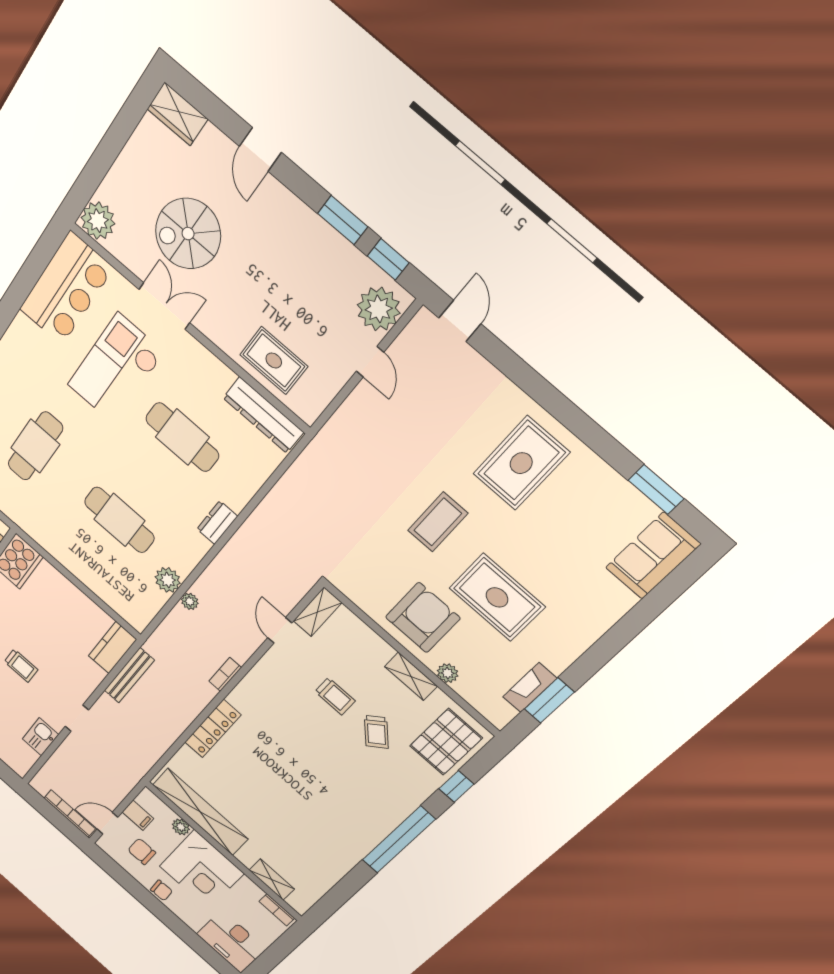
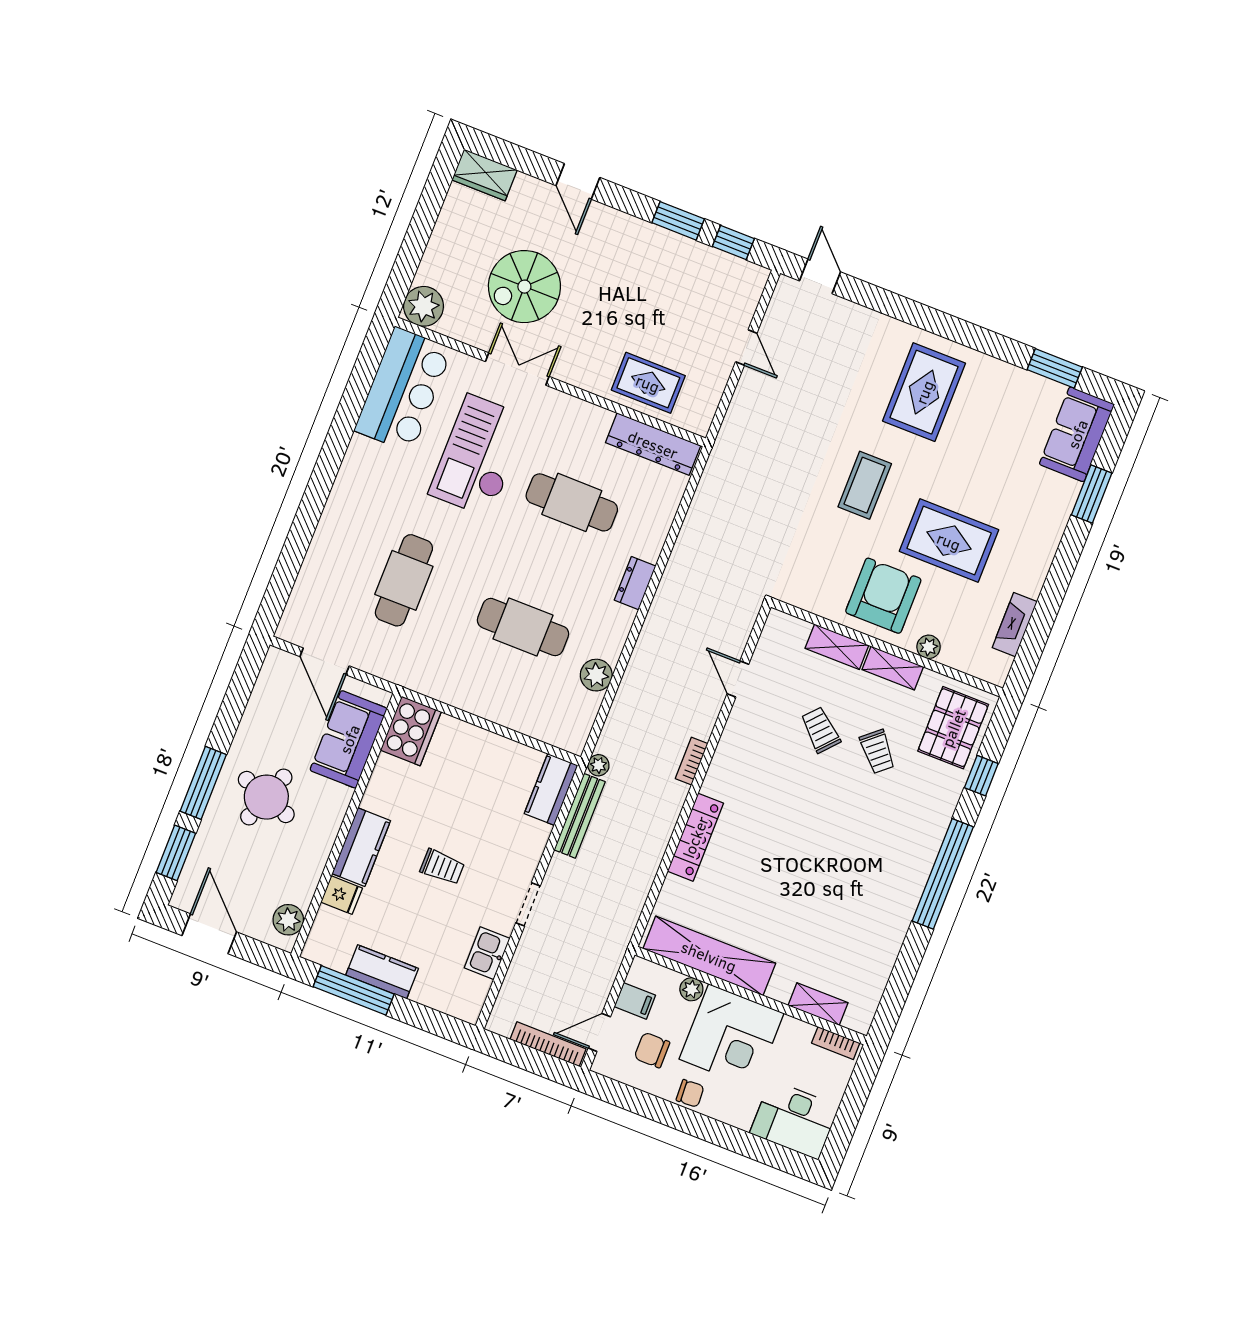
plant: (379, 309) -> (739, 293), removed
plant: (190, 601) -> (598, 765), moved
shelving: (317, 612) -> (837, 647), moved, turned 90
trolley: (335, 696) -> (821, 730), turned -138
window: (549, 700) -> (1092, 494), moved

